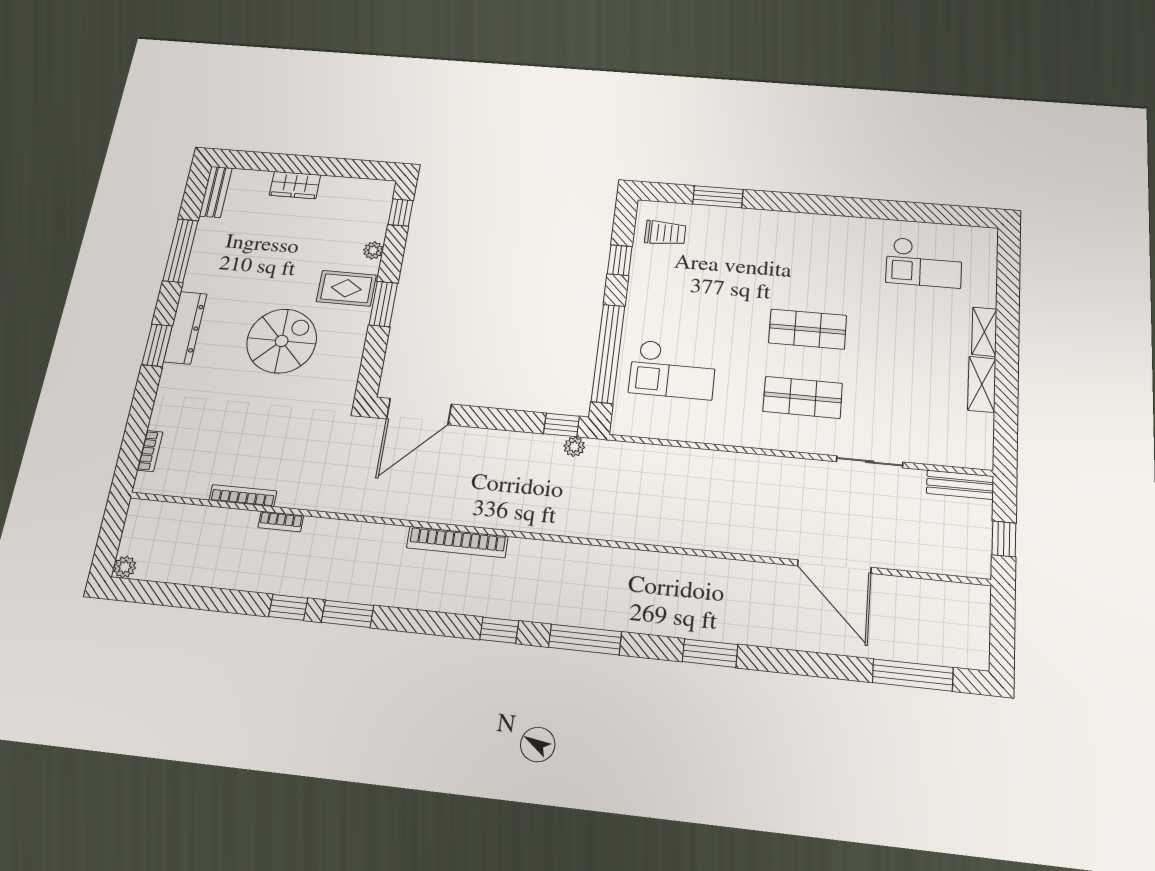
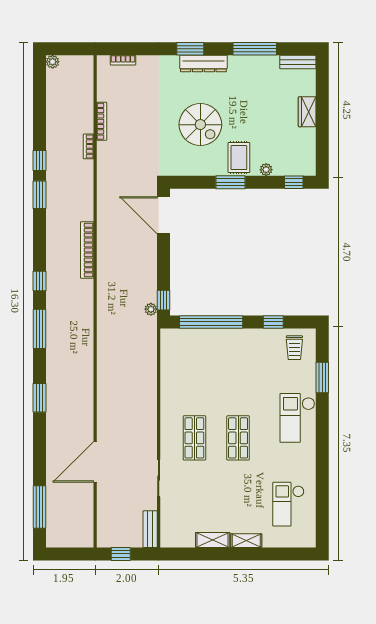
checkout: (673, 370) -> (297, 418), moved

